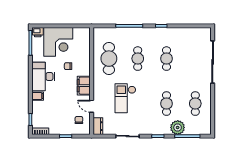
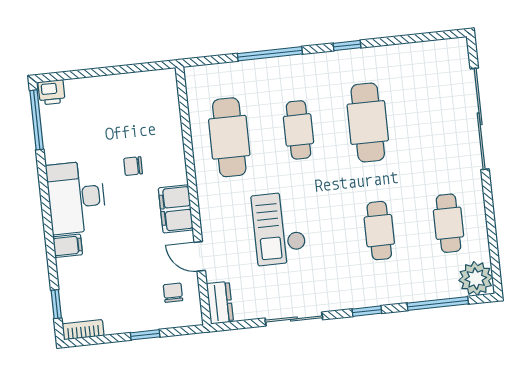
corner desk: (58, 42) -> (103, 110), removed
cafe table: (166, 59) -> (368, 122), width x1.37, depth x1.35
plant: (178, 127) -> (476, 279), moved

